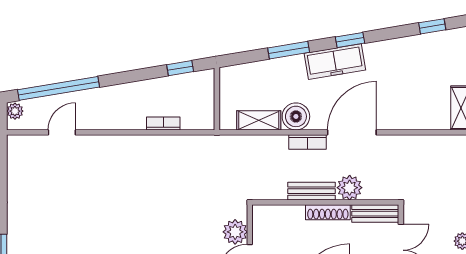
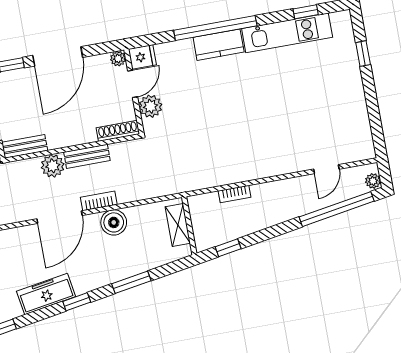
freezer: (335, 62) -> (46, 294), moved
shelving: (259, 120) -> (178, 225), moved, turned 90
shoe rack: (328, 212) -> (118, 131), moved

